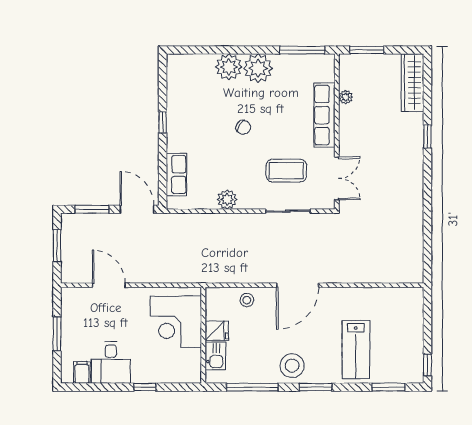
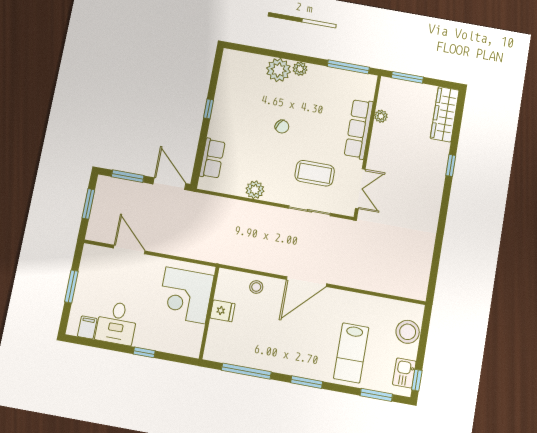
plant: (258, 68) -> (300, 69), width x0.53, depth x0.53
kitchen sink: (215, 356) -> (404, 373), moved, turned 180
stool: (292, 366) -> (408, 332), moved

